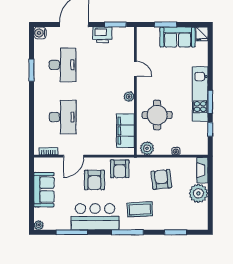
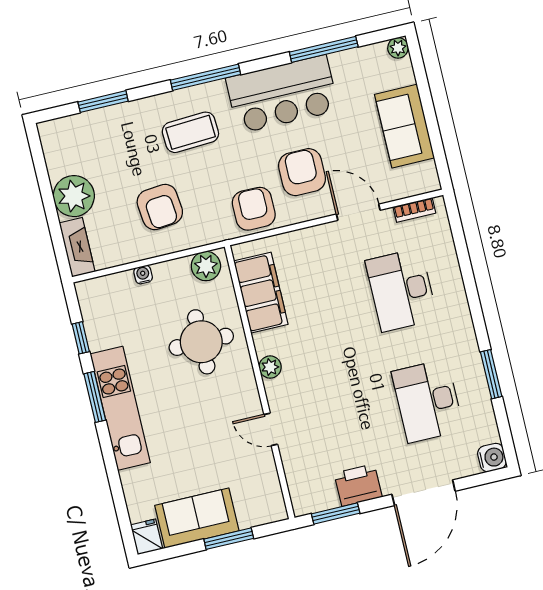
door: (74, 156) -> (358, 212), hinge flipped

